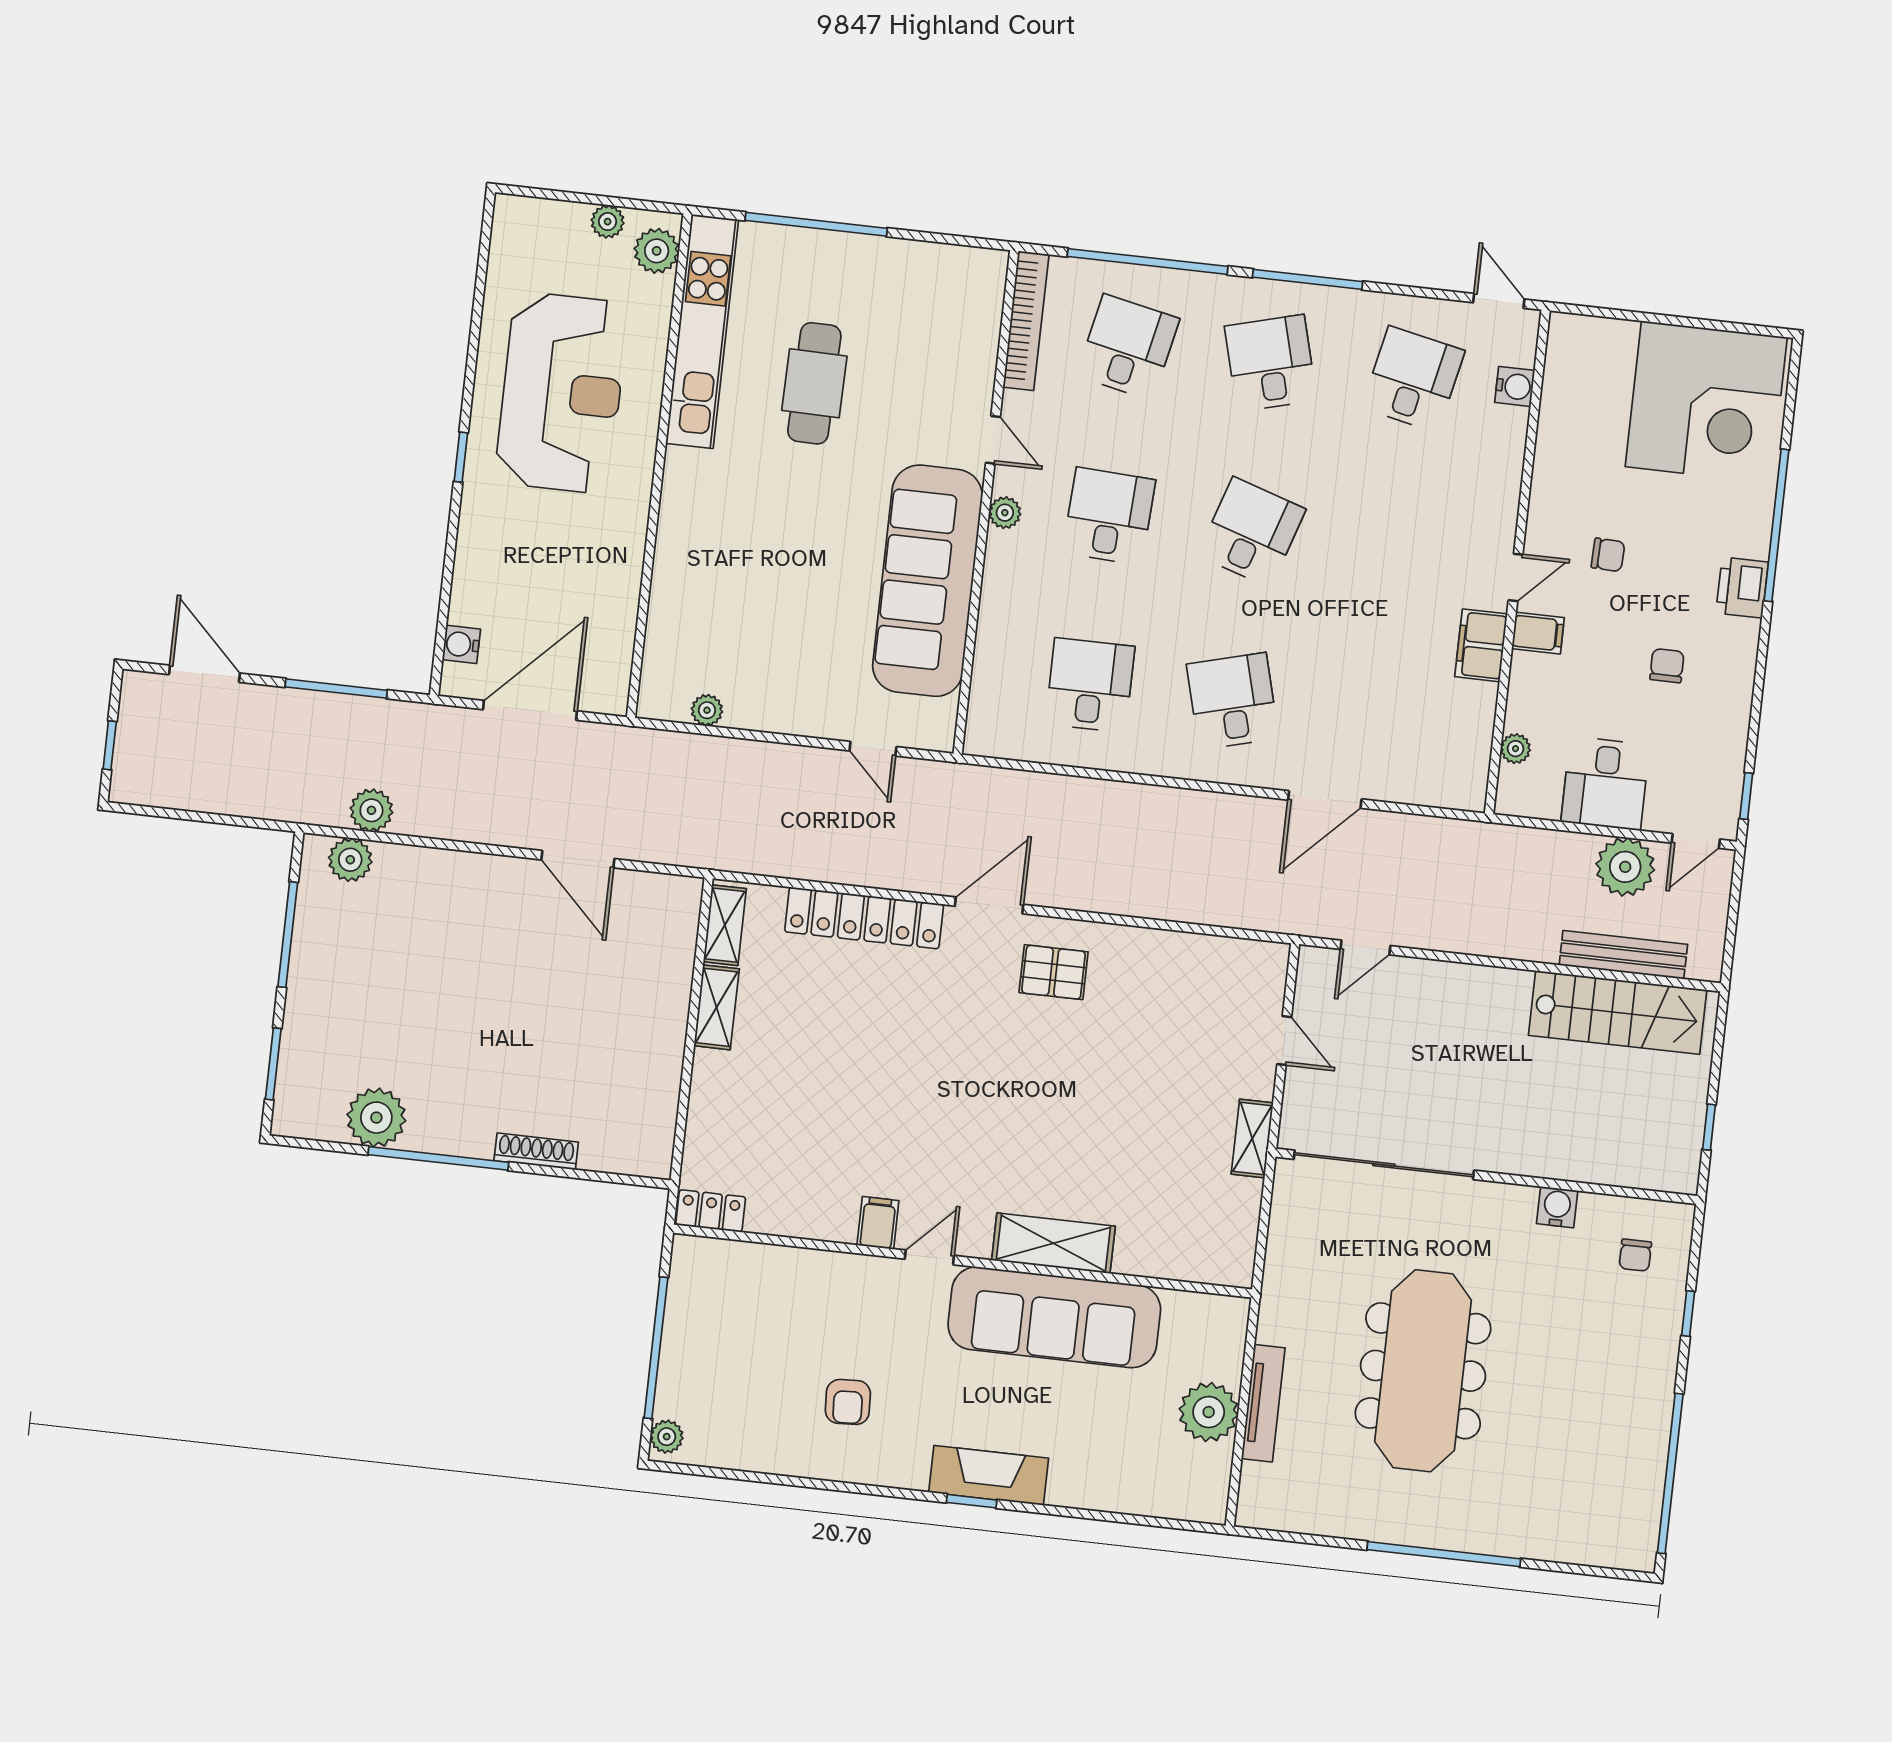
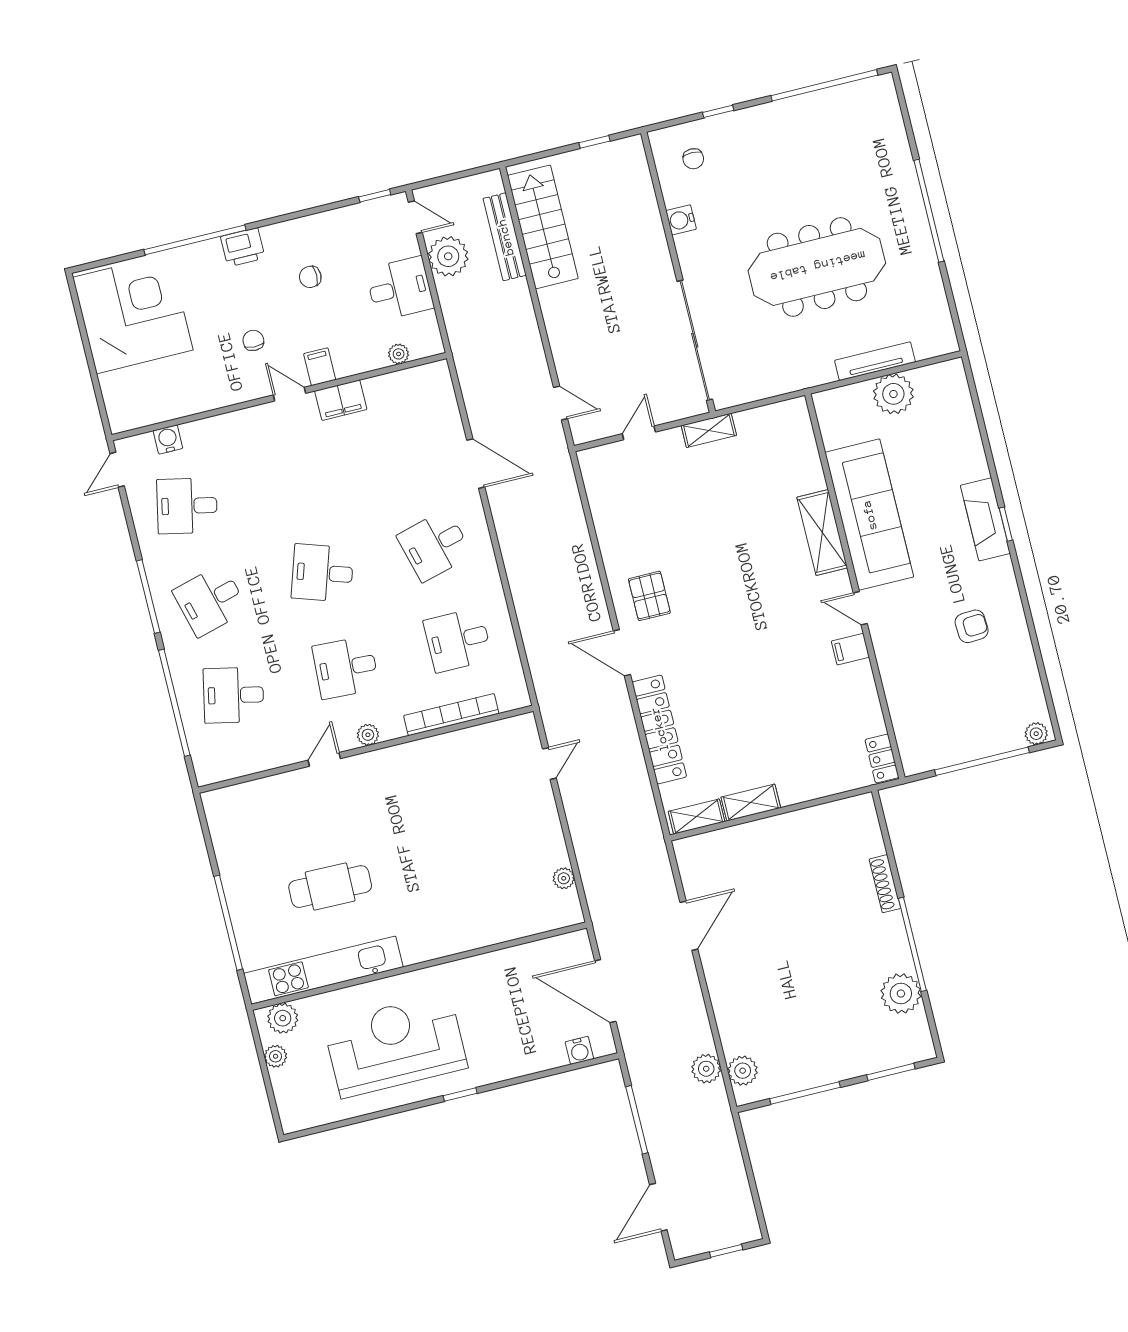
bookcase: (1026, 321) -> (451, 715), moved
sofa: (928, 581) -> (429, 768), removed
chair: (1635, 1255) -> (693, 159), turned 90

